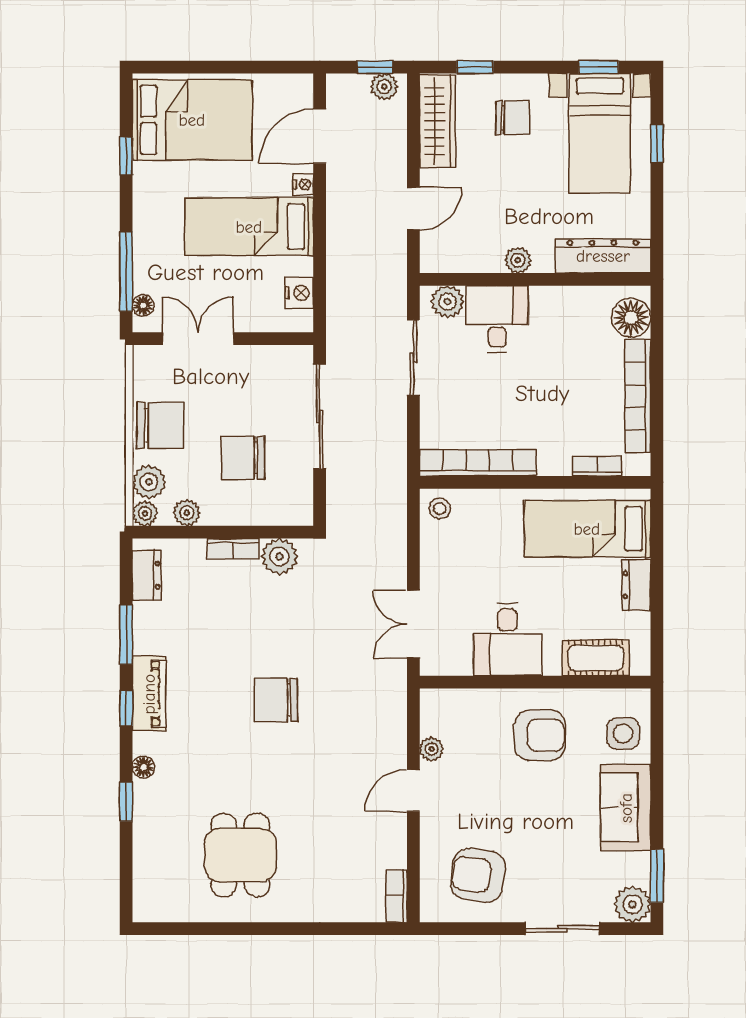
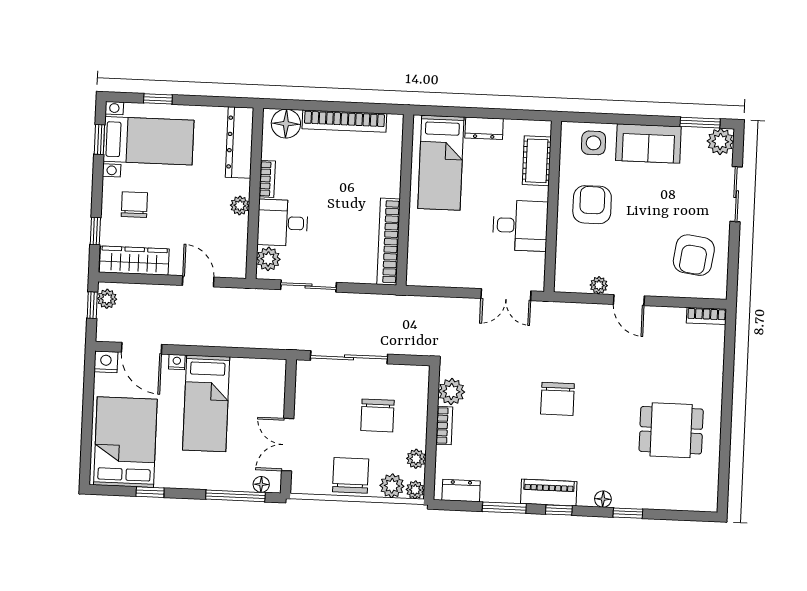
nightstand: (299, 293) -> (106, 362), moved
bookcase: (597, 466) -> (267, 179), moved, turned 180
stool: (440, 508) -> (421, 271), removed

